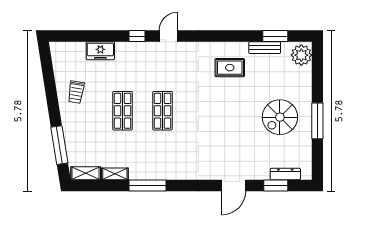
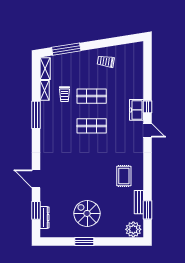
freezer: (100, 51) -> (136, 110), moved
window: (317, 121) -> (84, 241), width x0.69
trolley: (120, 147) -> (64, 94), added

